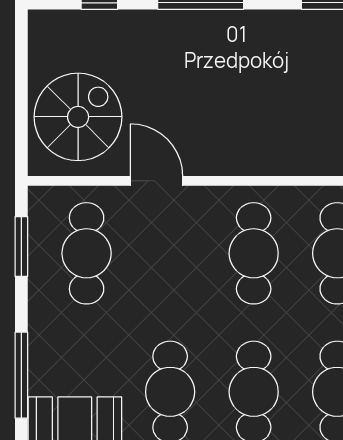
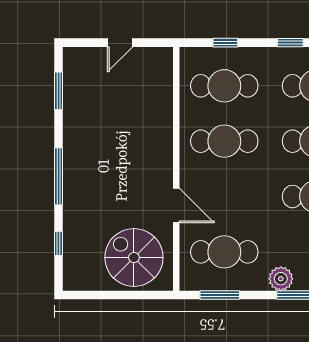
door: (157, 181) -> (176, 205), swing flipped
plant: (46, 339) -> (281, 279), added

